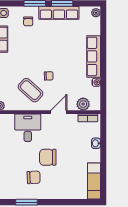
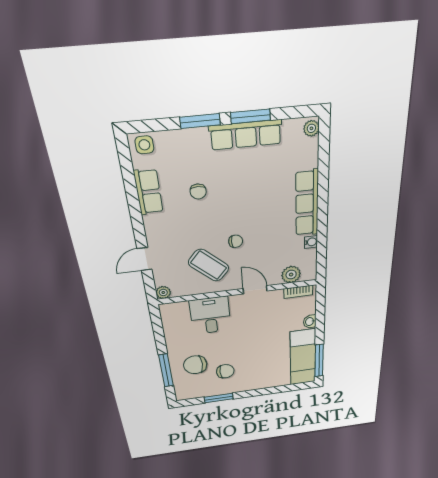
chair: (28, 21) -> (198, 192), moved
door: (59, 112) -> (255, 290), hinge flipped
chair: (48, 157) -> (195, 365), moved
window: (103, 180) -> (319, 361), added
exam couch: (94, 181) -> (303, 357), width x1.36, depth x1.45

